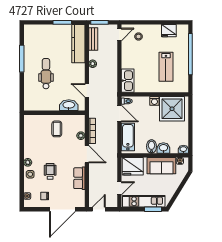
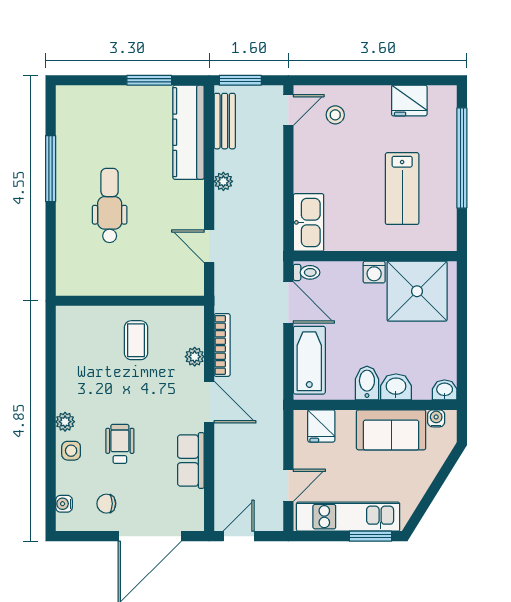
washbasin: (69, 105) -> (165, 282), removed
fridge: (133, 166) -> (321, 426), width x0.53, depth x0.75

